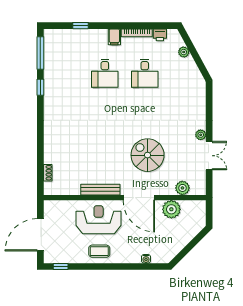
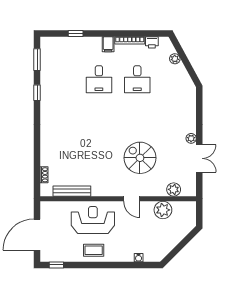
window: (40, 53) -> (37, 60), width x0.69
bench: (100, 190) -> (72, 191), moved
door: (139, 198) -> (132, 199), width x0.53

